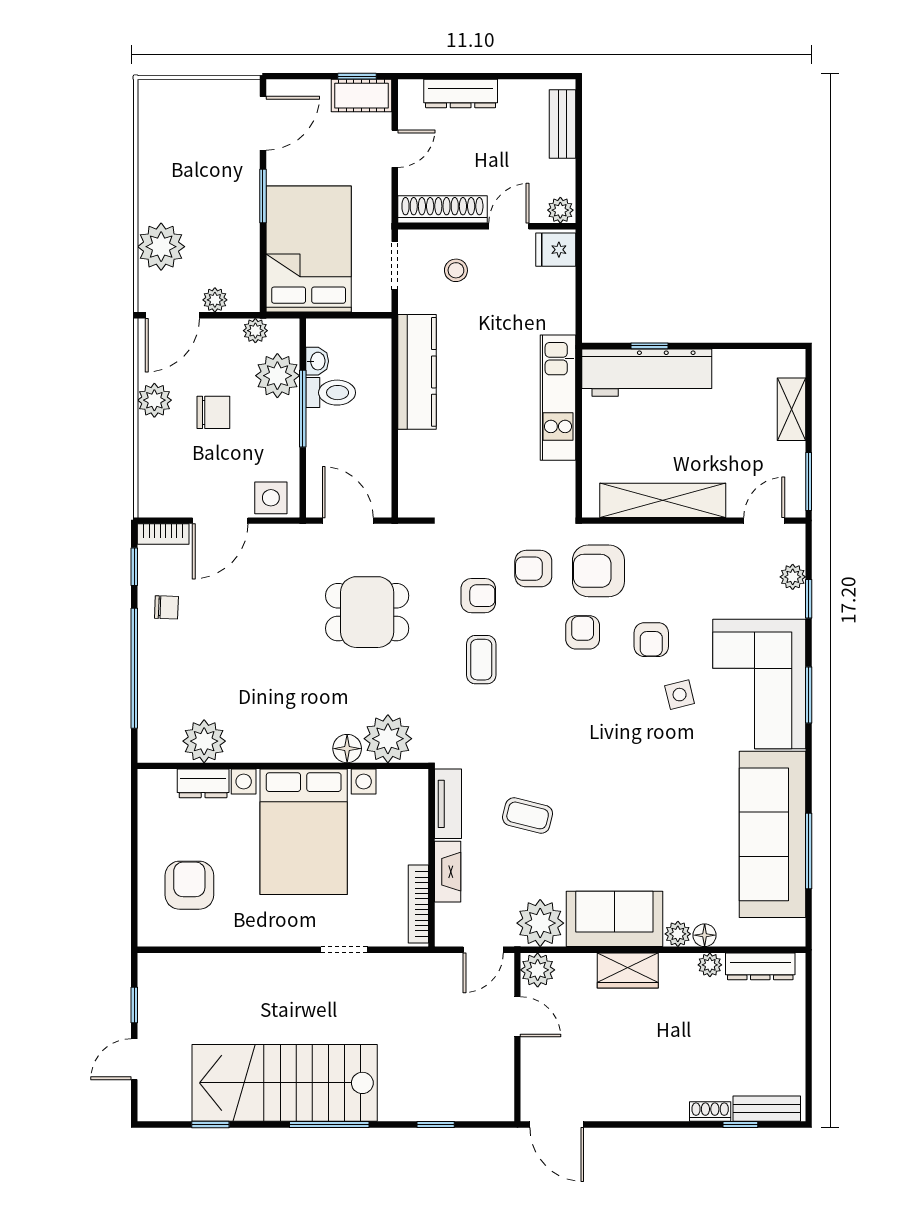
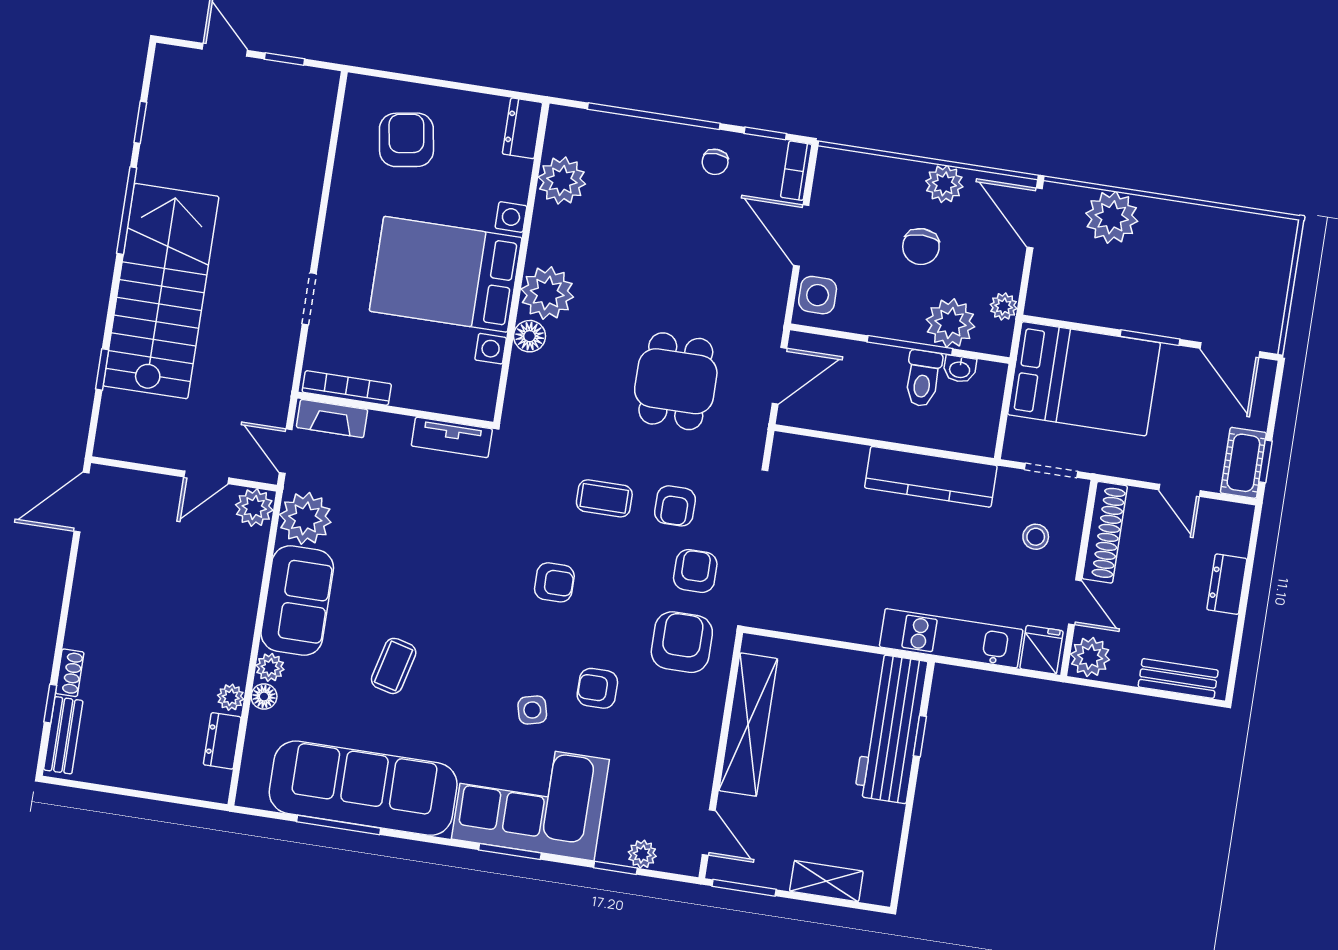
dresser: (461, 94) -> (1227, 584), width x0.70
plant: (560, 210) -> (1090, 657), width x1.38, depth x1.38
plant: (215, 300) -> (1044, 267), removed
kitchen unit: (558, 398) -> (951, 638), moved
armchair: (583, 632) -> (554, 582), moved
plant: (388, 739) -> (547, 293), moved
dresser: (203, 783) -> (523, 128), moved
coffee table: (528, 815) -> (394, 666), moved
fireplace: (448, 872) -> (332, 419), moved
armchair: (189, 885) -> (406, 140), turned -99
dresser: (760, 966) -> (222, 741), width x0.70
wardrobe: (628, 970) -> (238, 606), removed
stairs: (285, 1083) -> (161, 291), moved
window: (329, 1125) -> (127, 211), moved

